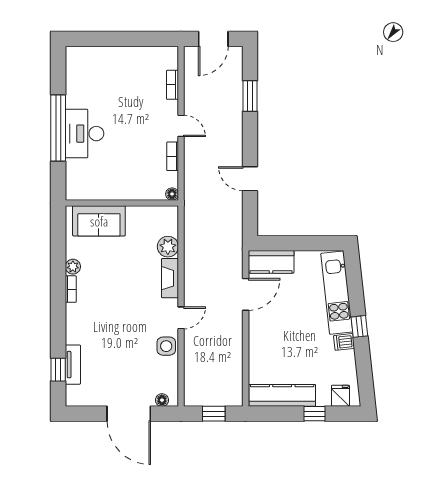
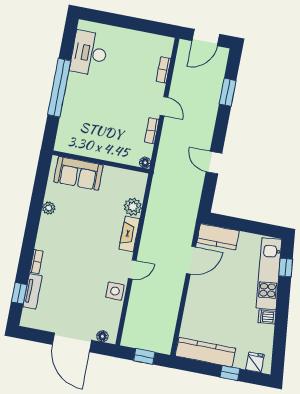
desk: (85, 134) -> (89, 53), moved
bookcase: (71, 289) -> (36, 262), moved
window: (359, 326) -> (286, 268), moved

